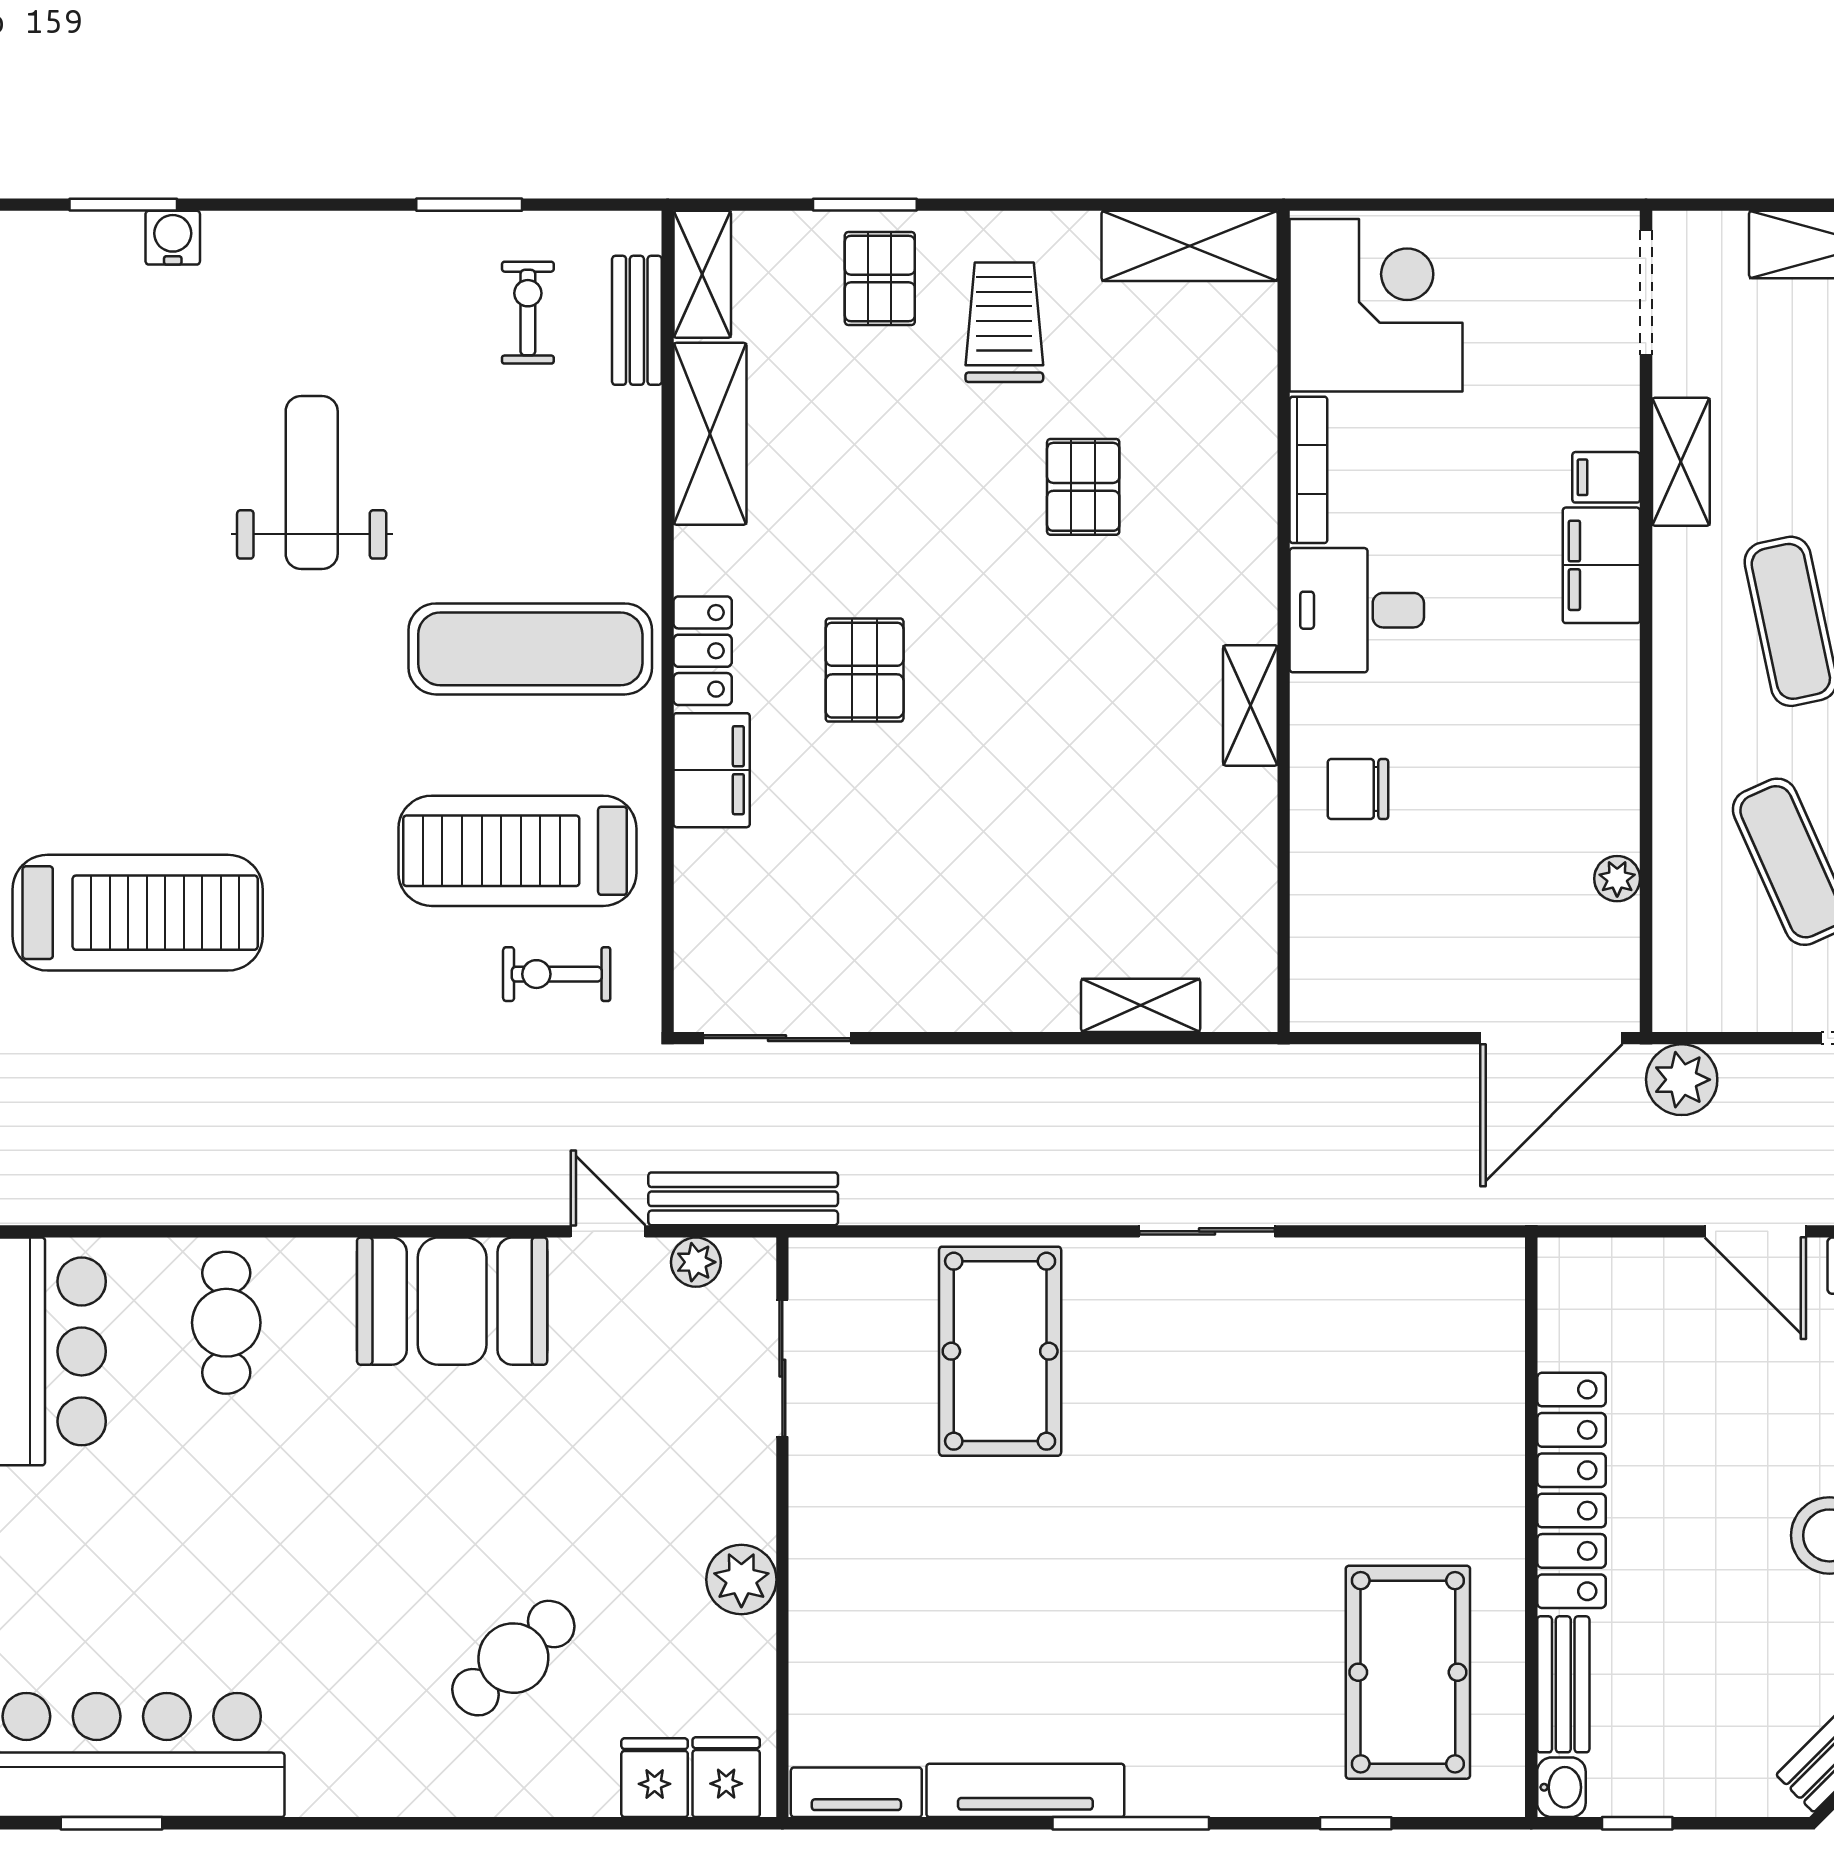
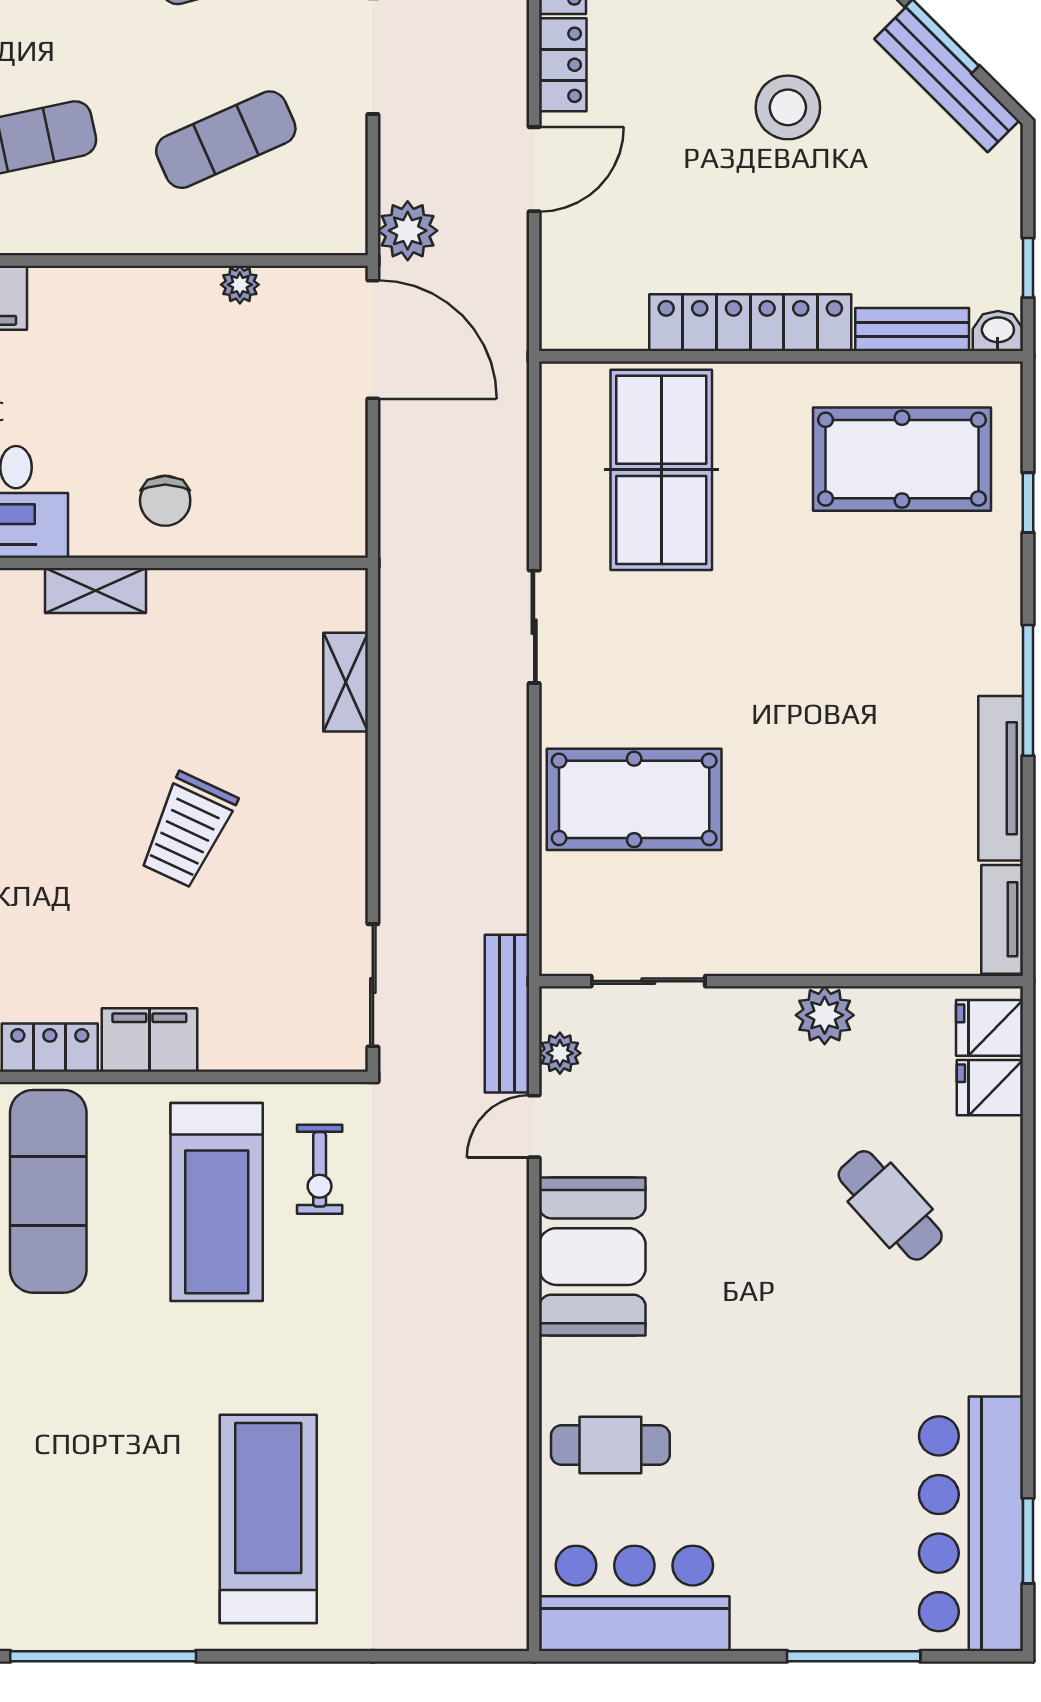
pallet: (865, 670) -> (66, 912), removed
trolley: (963, 816) -> (188, 830), added
table tennis table: (1395, 1384) -> (661, 470), added

